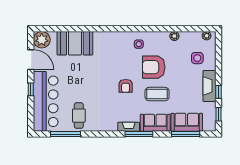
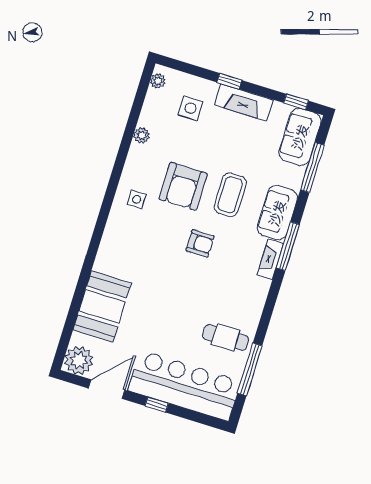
window: (219, 92) -> (229, 81), moved
sofa: (187, 122) -> (300, 137), moved

